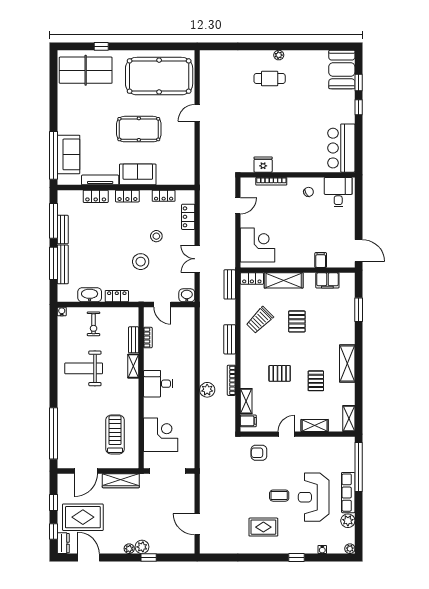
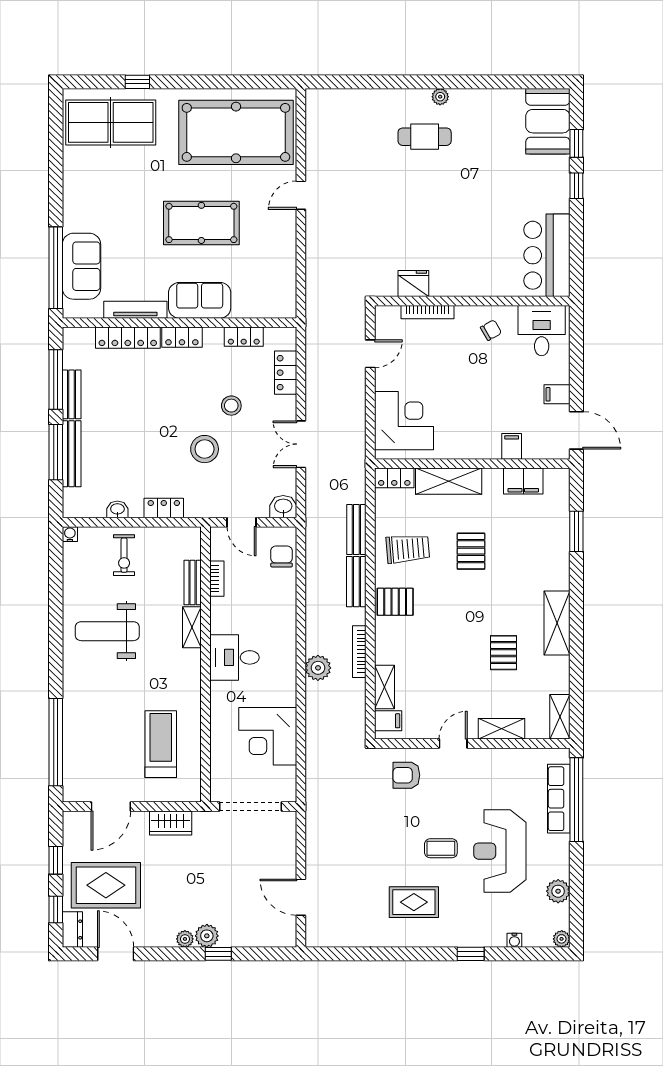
locker: (96, 196) -> (128, 338), width x1.53
filing cabinet: (347, 230) -> (557, 394), added
bench: (230, 284) -> (356, 530), moved
washbasin: (90, 295) -> (117, 509), width x0.52, depth x0.69
trolley: (260, 320) -> (408, 549), turned -140
chair: (186, 325) -> (281, 556), added
pallet: (280, 373) -> (395, 602), moved
corner desk: (161, 435) -> (268, 736), moved, turned 180
wardrobe: (121, 481) -> (171, 823), width x0.67
row of seats: (348, 493) -> (559, 799), moved

